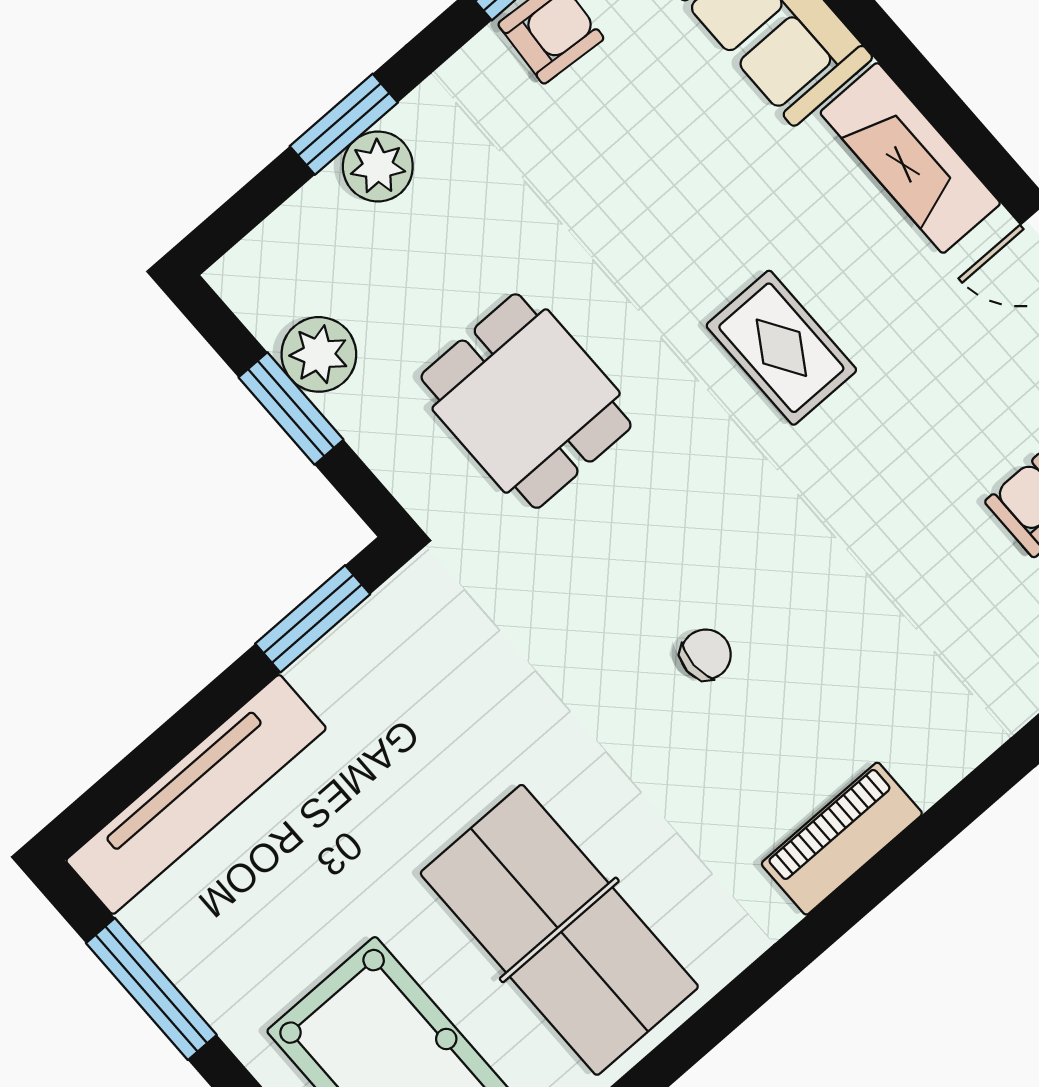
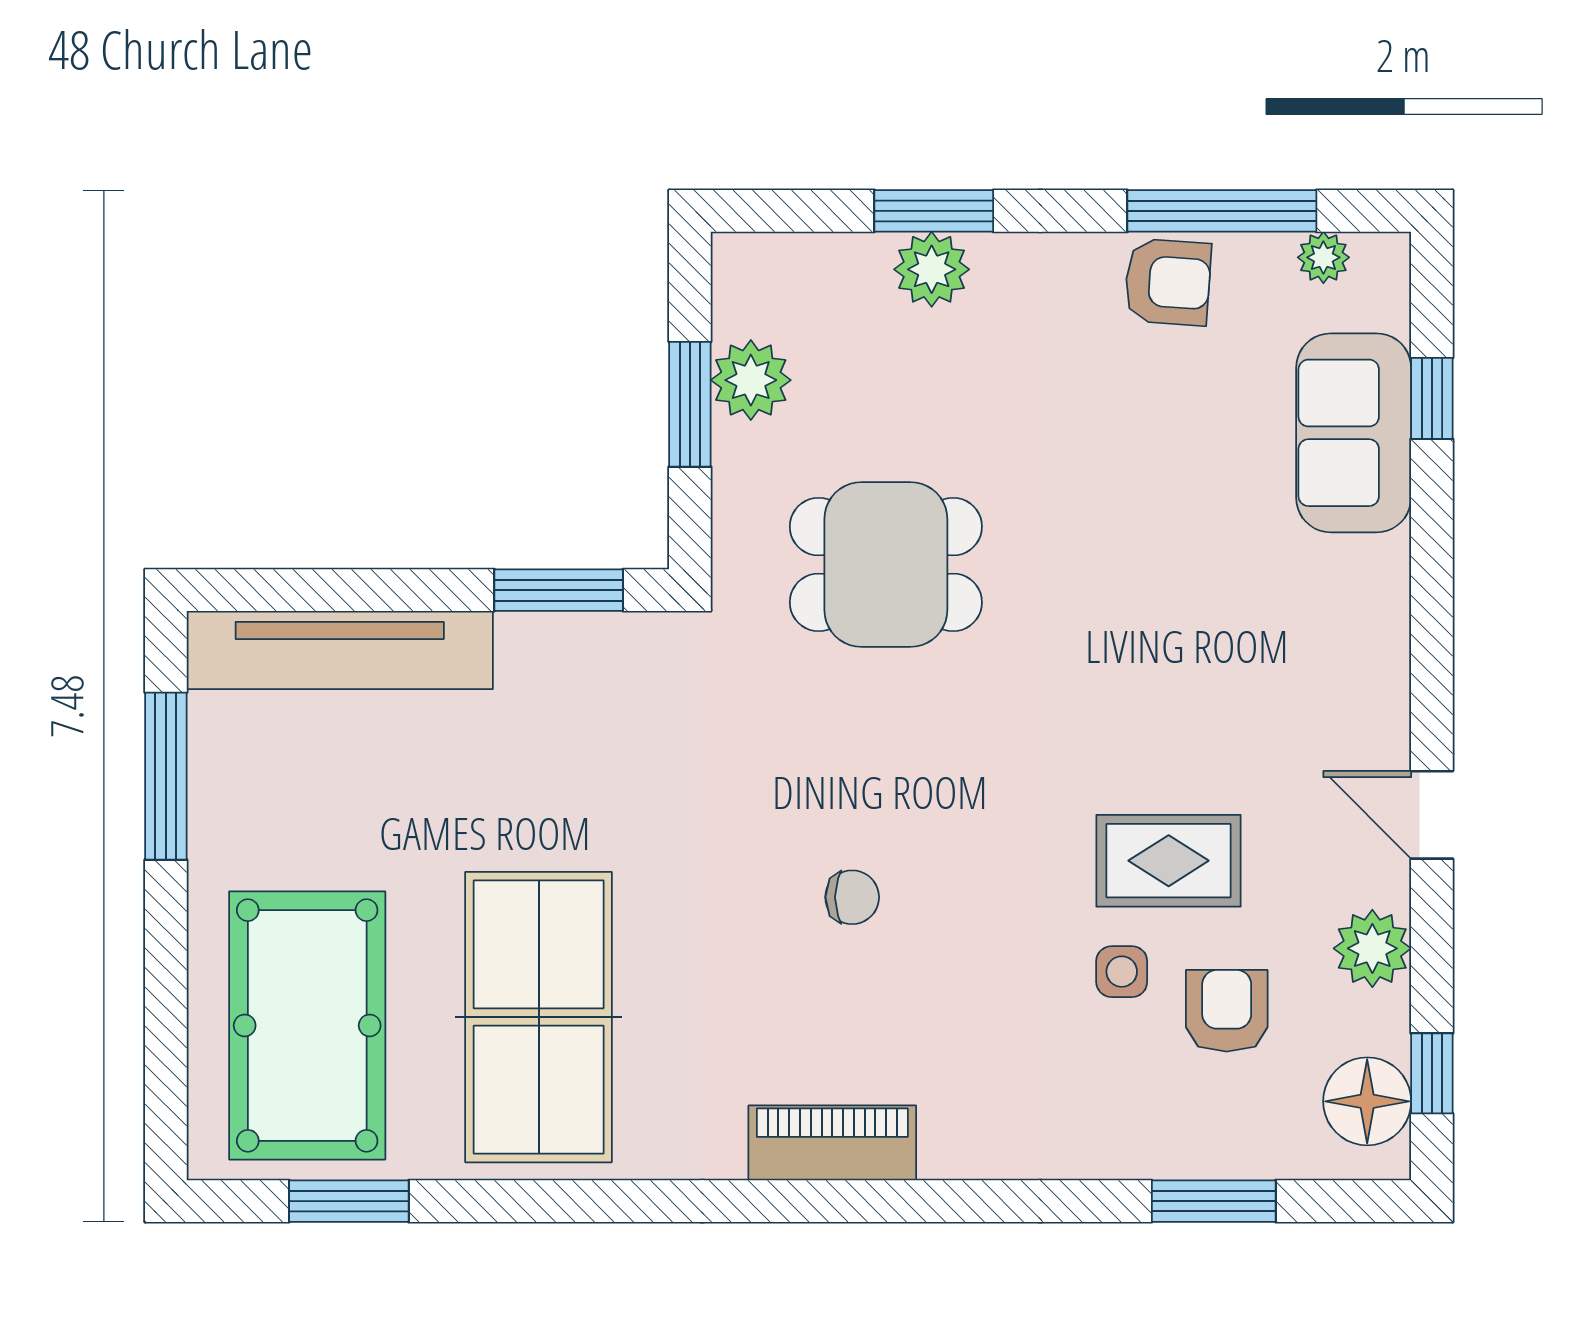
fireplace: (910, 158) -> (1369, 639), removed
rug: (781, 348) -> (1169, 861), moved, turned 90
dining table: (526, 401) -> (886, 564), turned 90
side table: (940, 542) -> (1122, 972), added

